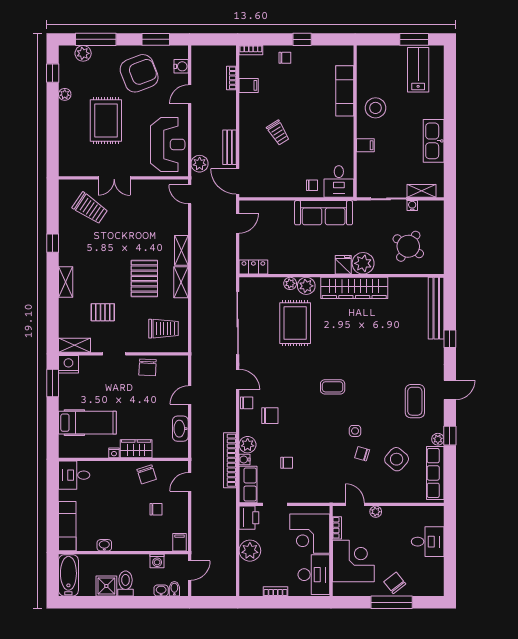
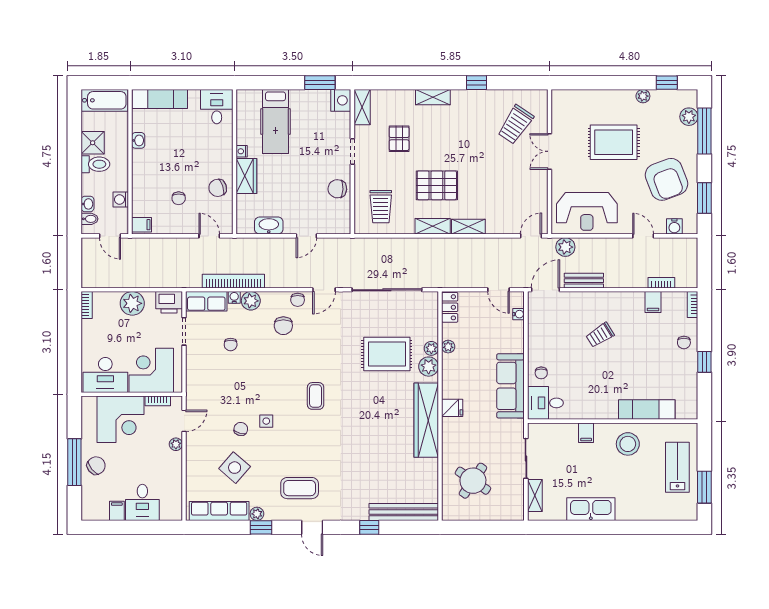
lab bench: (418, 70) -> (677, 467), moved, turned -90
water cooler: (412, 206) -> (519, 314), moved
plant: (363, 263) -> (448, 347), moved, width x0.53, depth x0.53
door: (190, 395) -> (306, 236), swing flipped
filing cabinet: (435, 564) -> (117, 511), added
bookcase: (276, 591) -> (87, 305), moved

